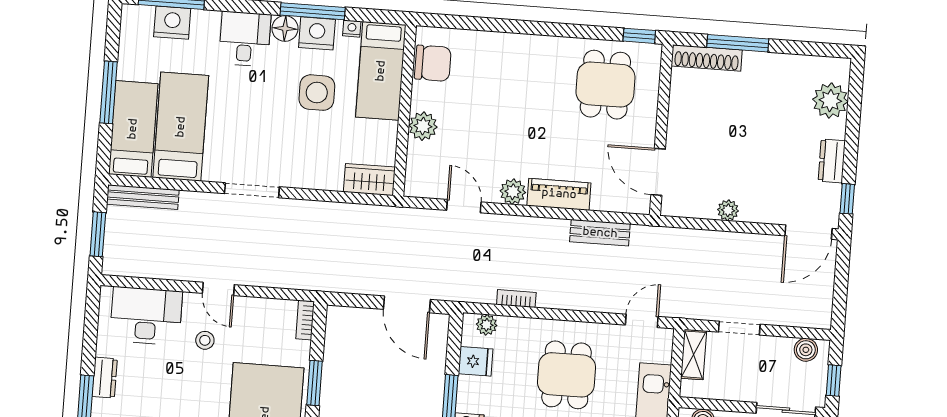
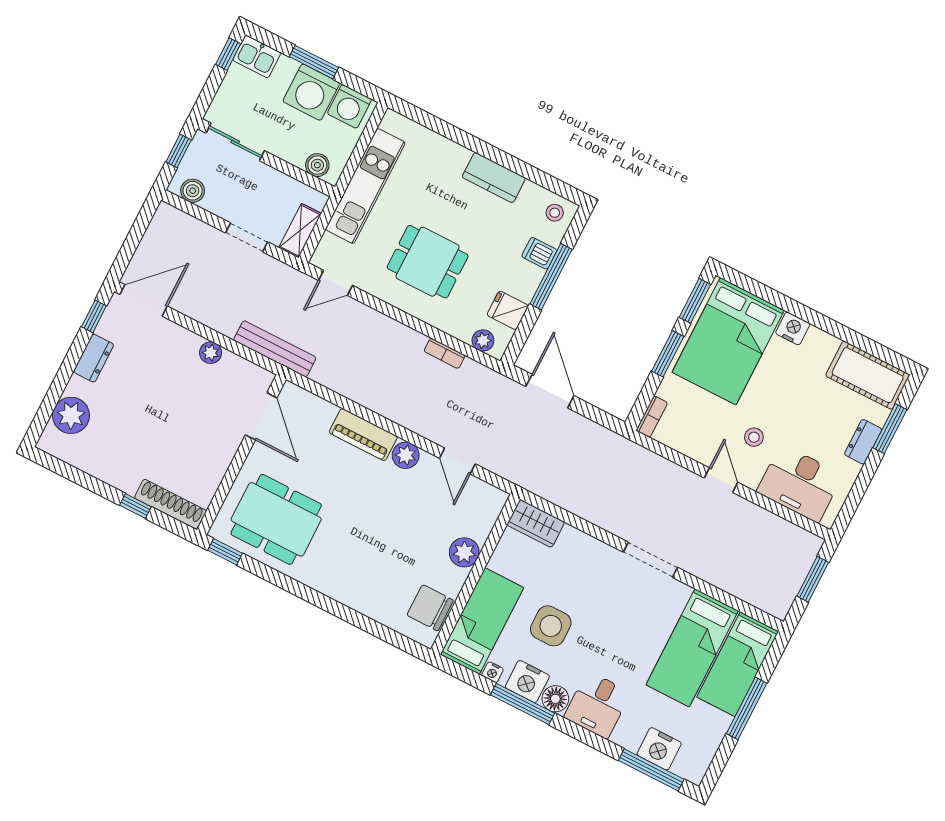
window: (738, 43) -> (135, 506), width x0.46
dining table: (605, 85) -> (276, 519), width x1.38
bench: (143, 197) -> (756, 596), removed
bench: (600, 233) -> (275, 349), moved, width x1.36
dining table: (567, 375) -> (428, 262), turned 90

